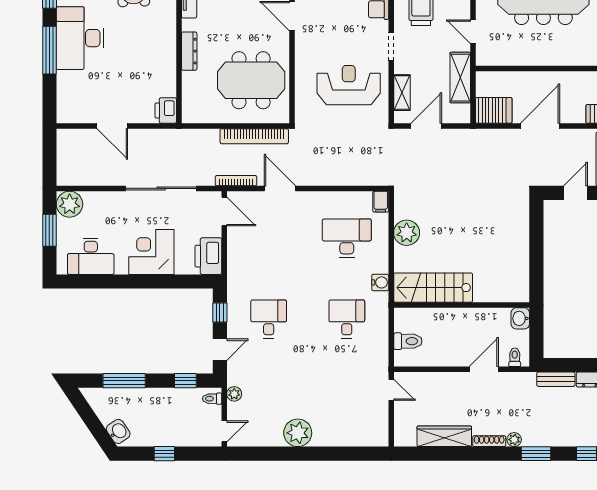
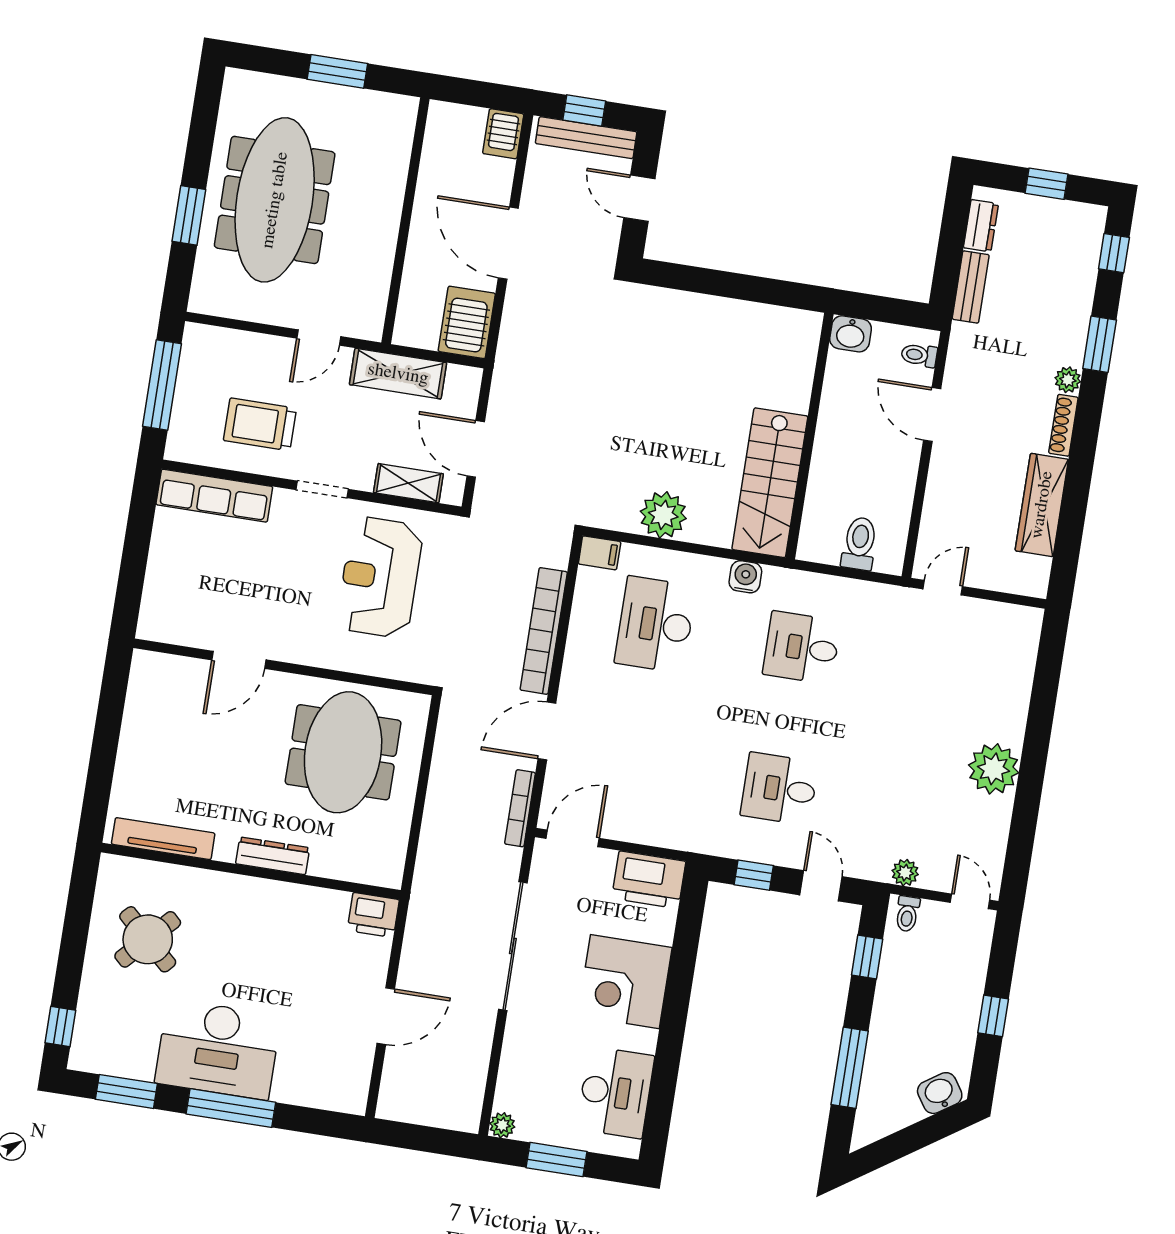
bookcase: (254, 136) -> (544, 631), moved, turned 180
plant: (70, 204) -> (502, 1125), width x0.53, depth x0.53

